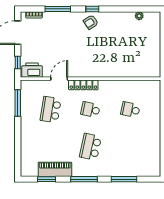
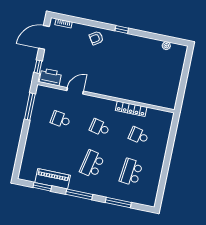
window: (58, 9) -> (88, 22), removed
armchair: (91, 22) -> (96, 38), moved
locker: (83, 85) -> (131, 109), moved
school desk: (51, 110) -> (61, 120), width x0.54
school desk: (130, 147) -> (131, 172), added

